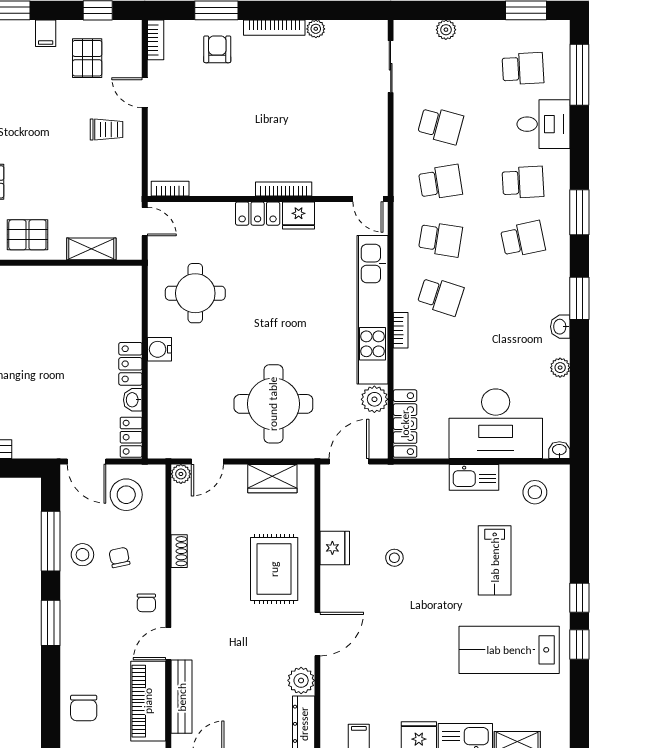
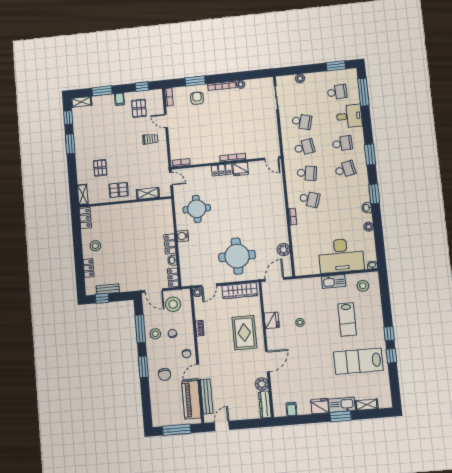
kitchen unit: (372, 310) -> (279, 208), removed
locker: (405, 424) -> (299, 259), removed
wardrobe: (272, 479) -> (240, 291), width x1.50
chair: (84, 708) -> (165, 374), moved

